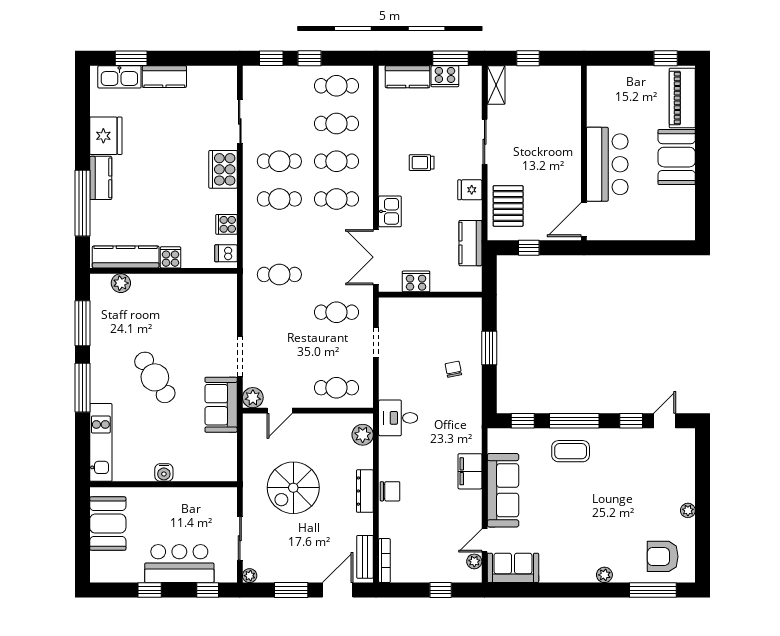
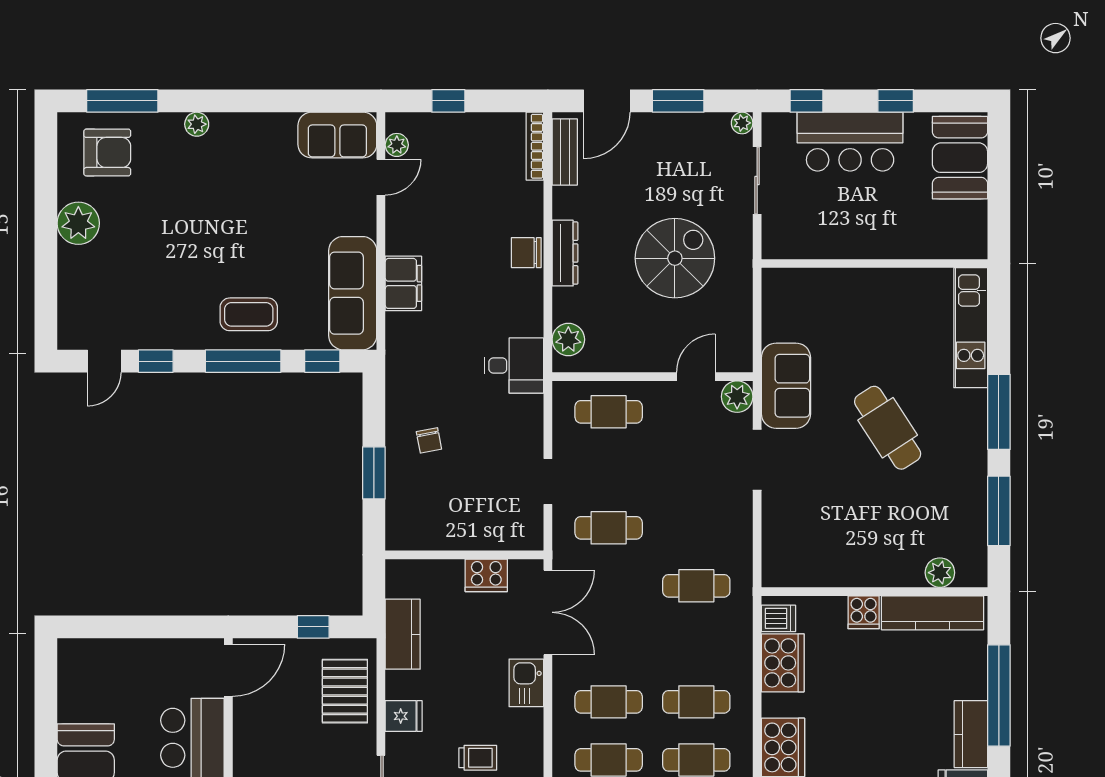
cooker: (226, 224) -> (783, 663), width x1.87, depth x1.31
water cooler: (164, 473) -> (874, 281), removed
sofa: (503, 490) -> (353, 293), moved
plant: (688, 510) -> (78, 223), width x1.88, depth x1.88
booth: (108, 524) -> (960, 158), moved

